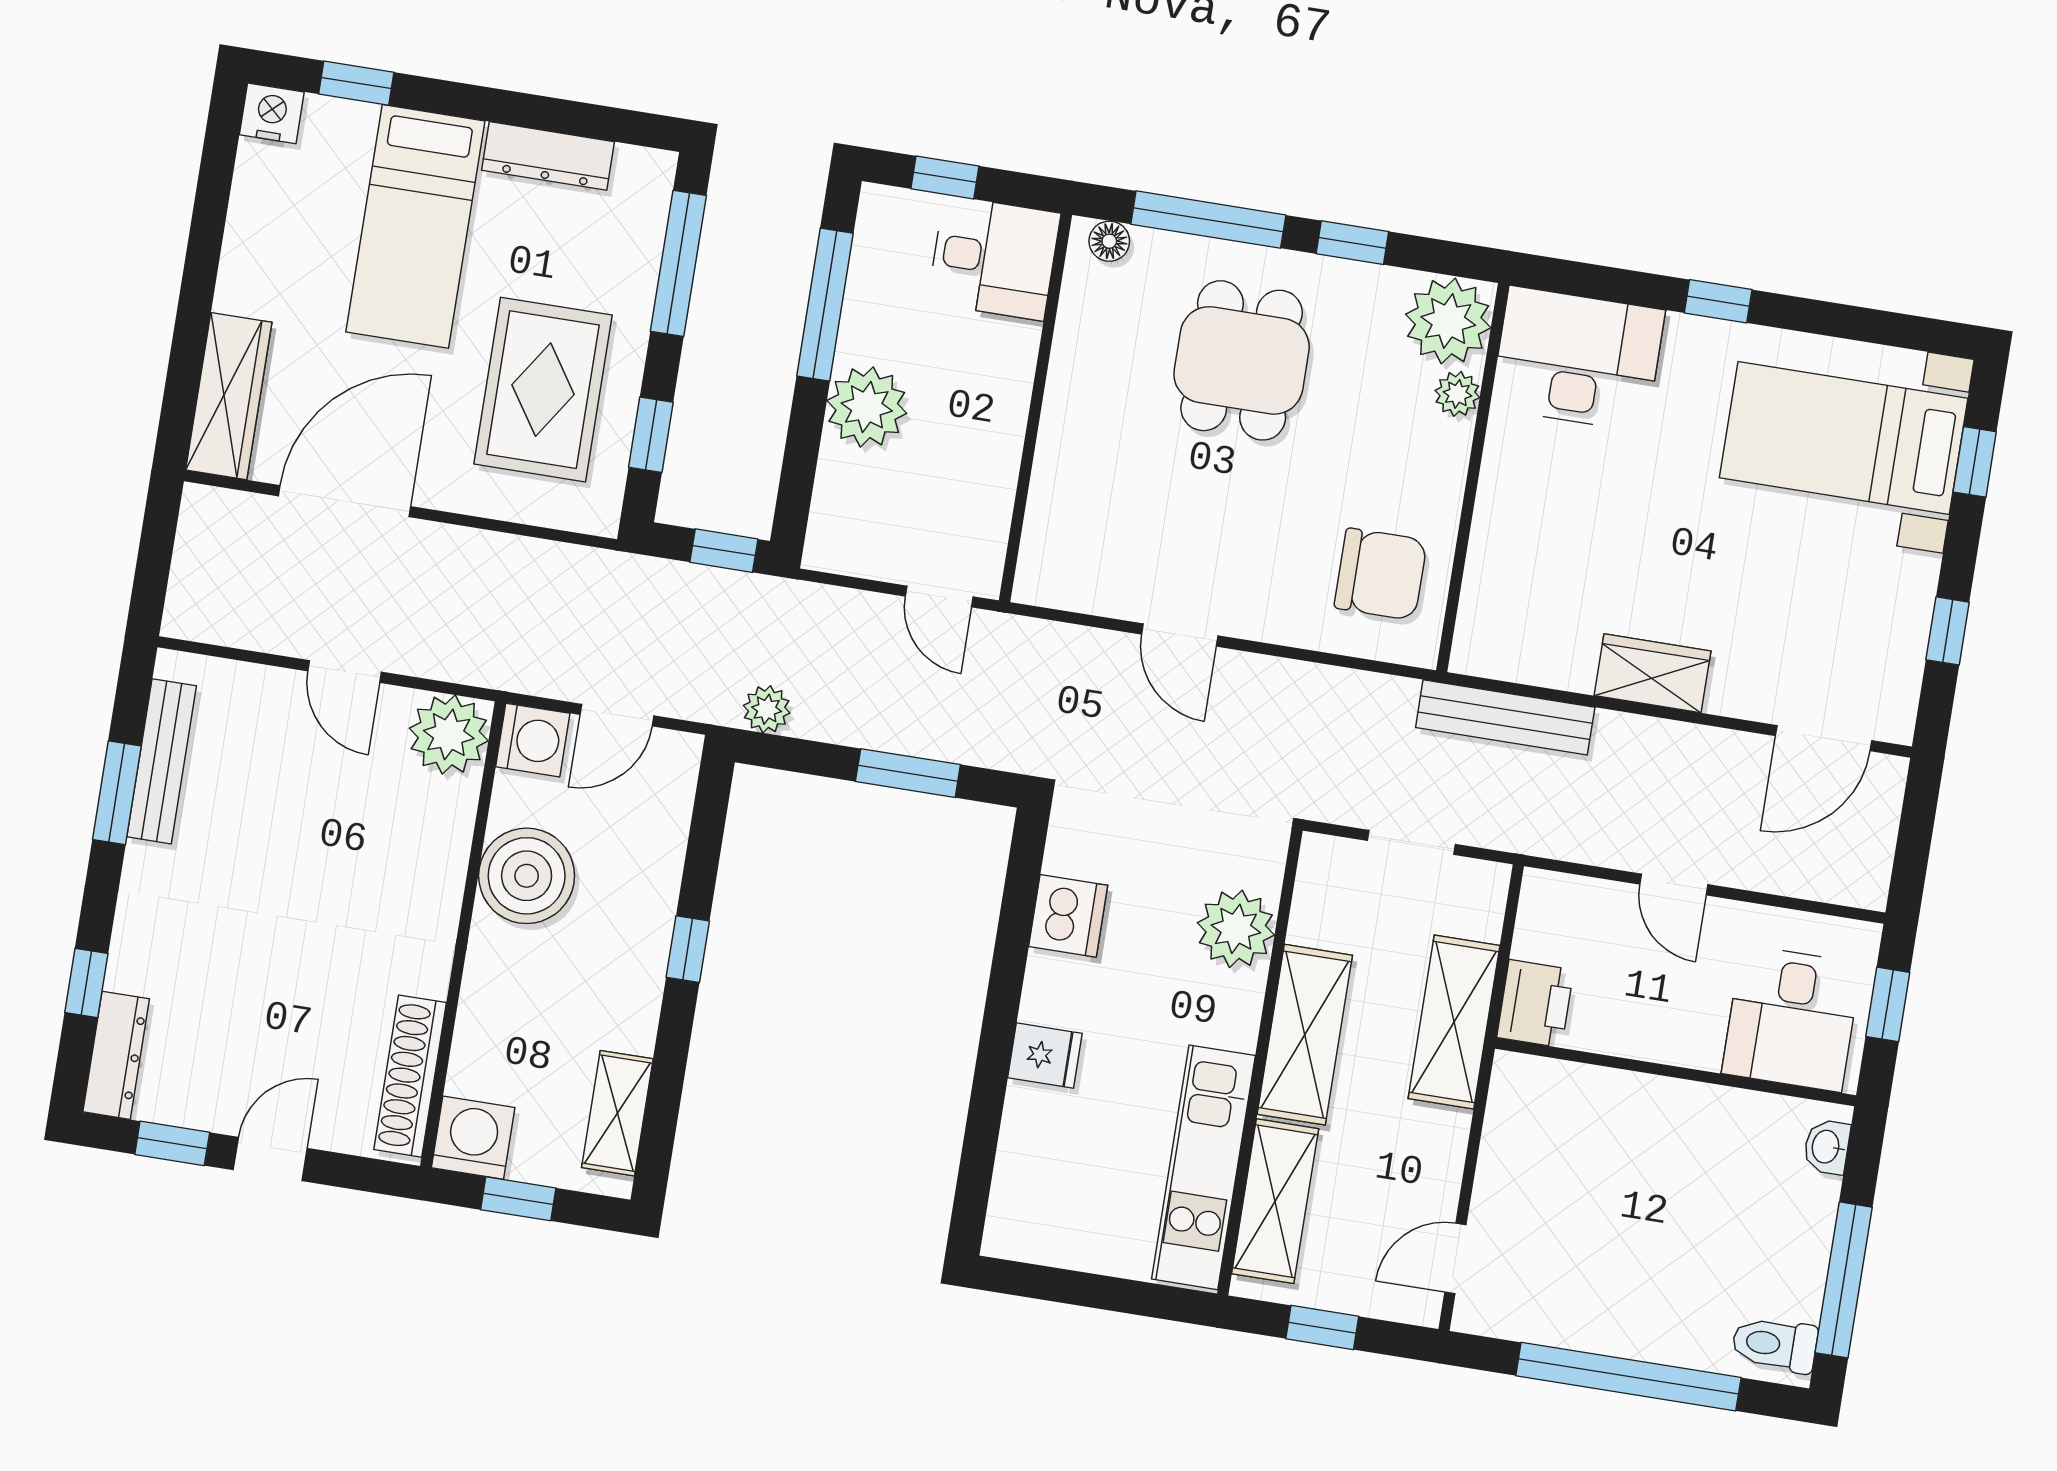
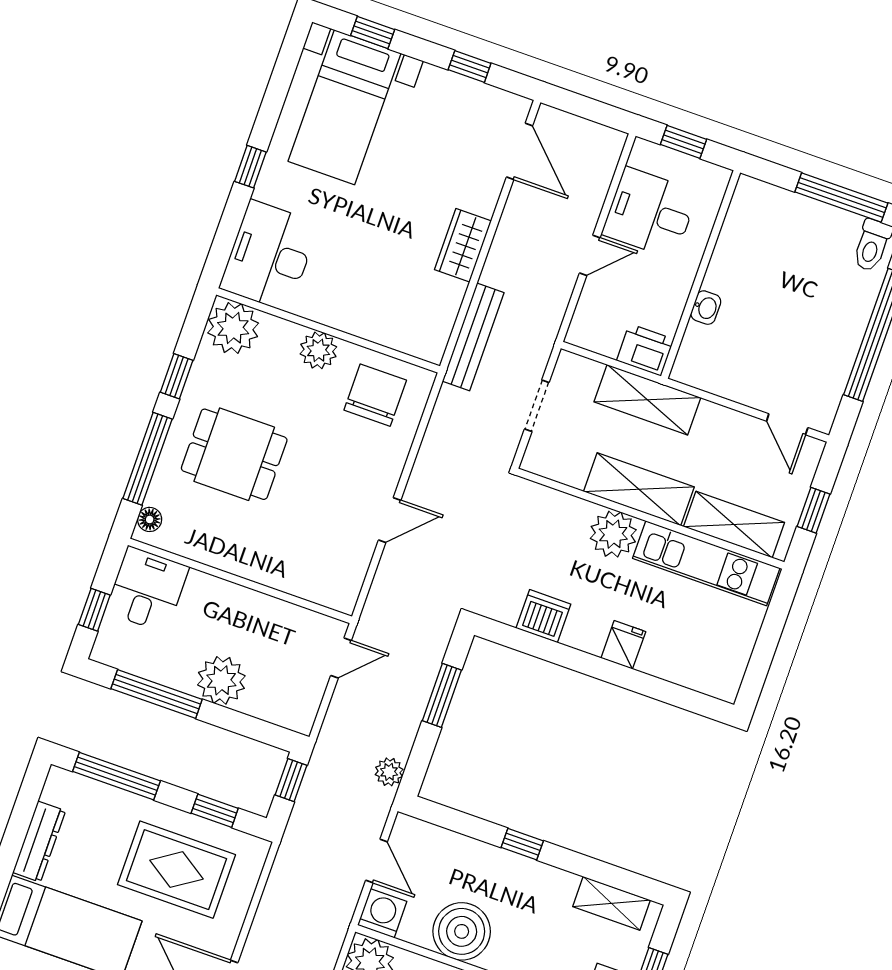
plant: (1457, 394) -> (318, 350), moved, width x1.38, depth x1.38
plant: (1236, 929) -> (613, 534), moved
desk: (1792, 1018) -> (650, 213), moved, turned 180
washbasin: (1827, 1147) -> (706, 308), moved, turned -90

